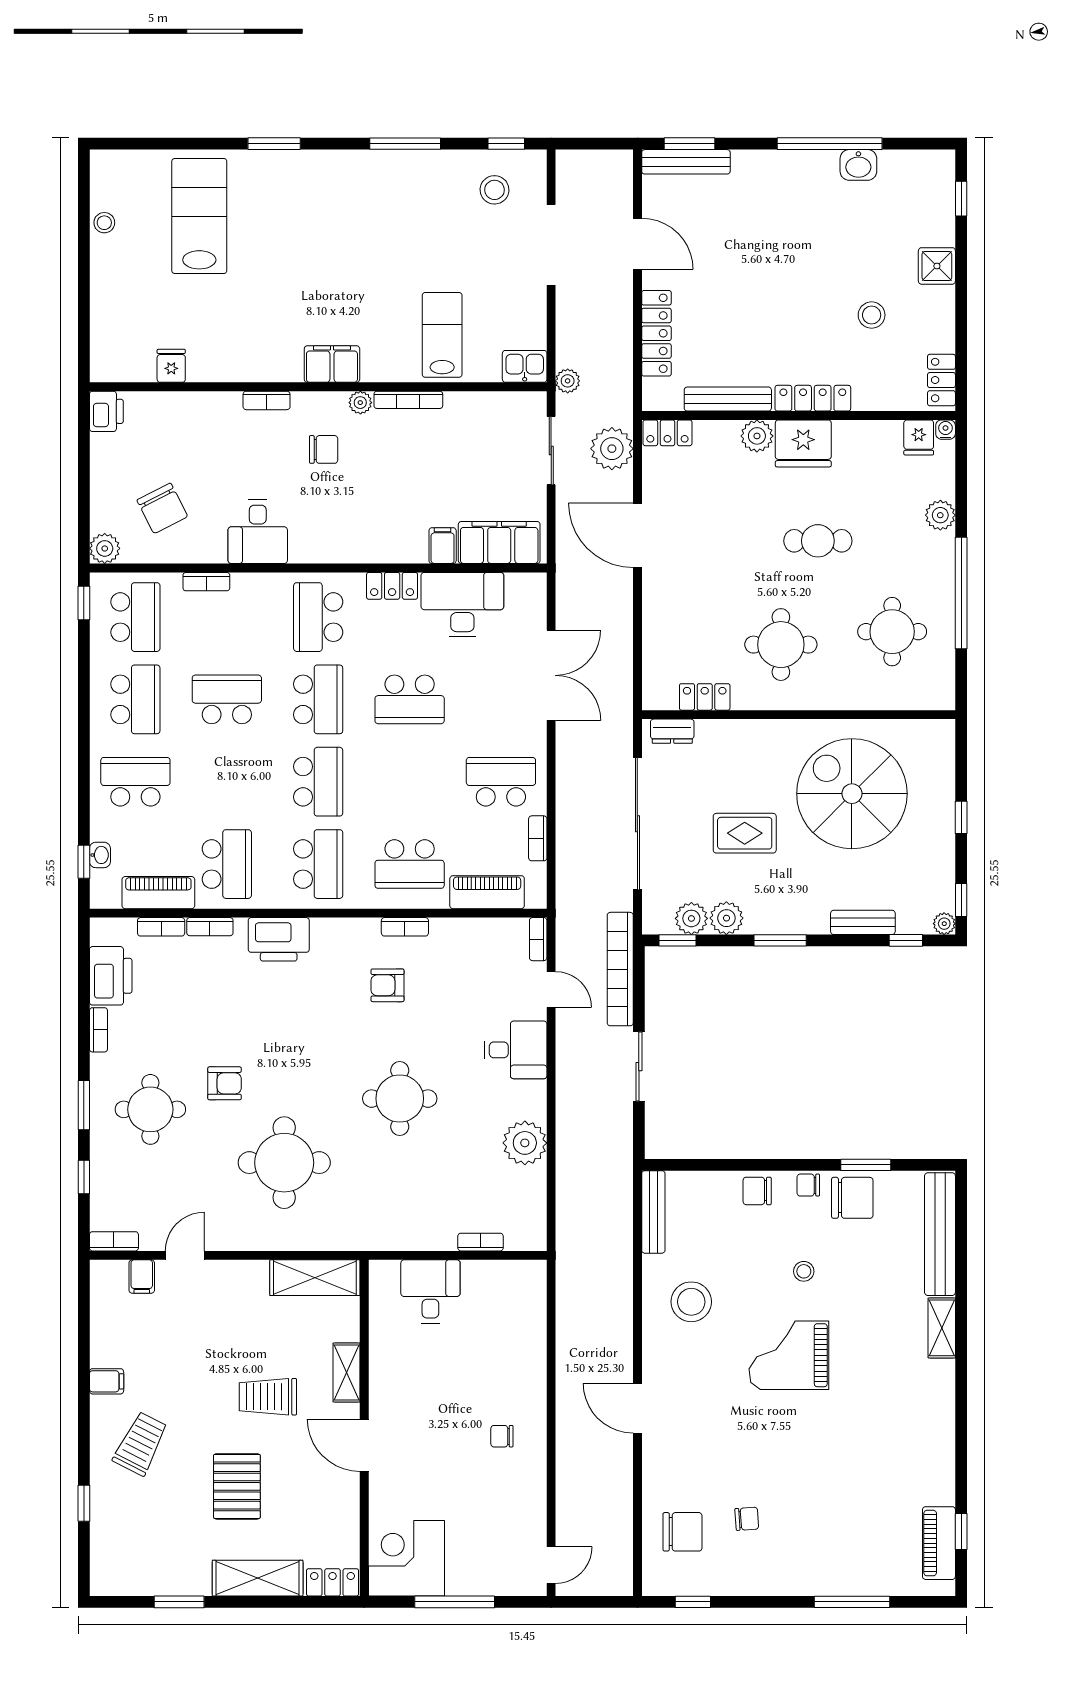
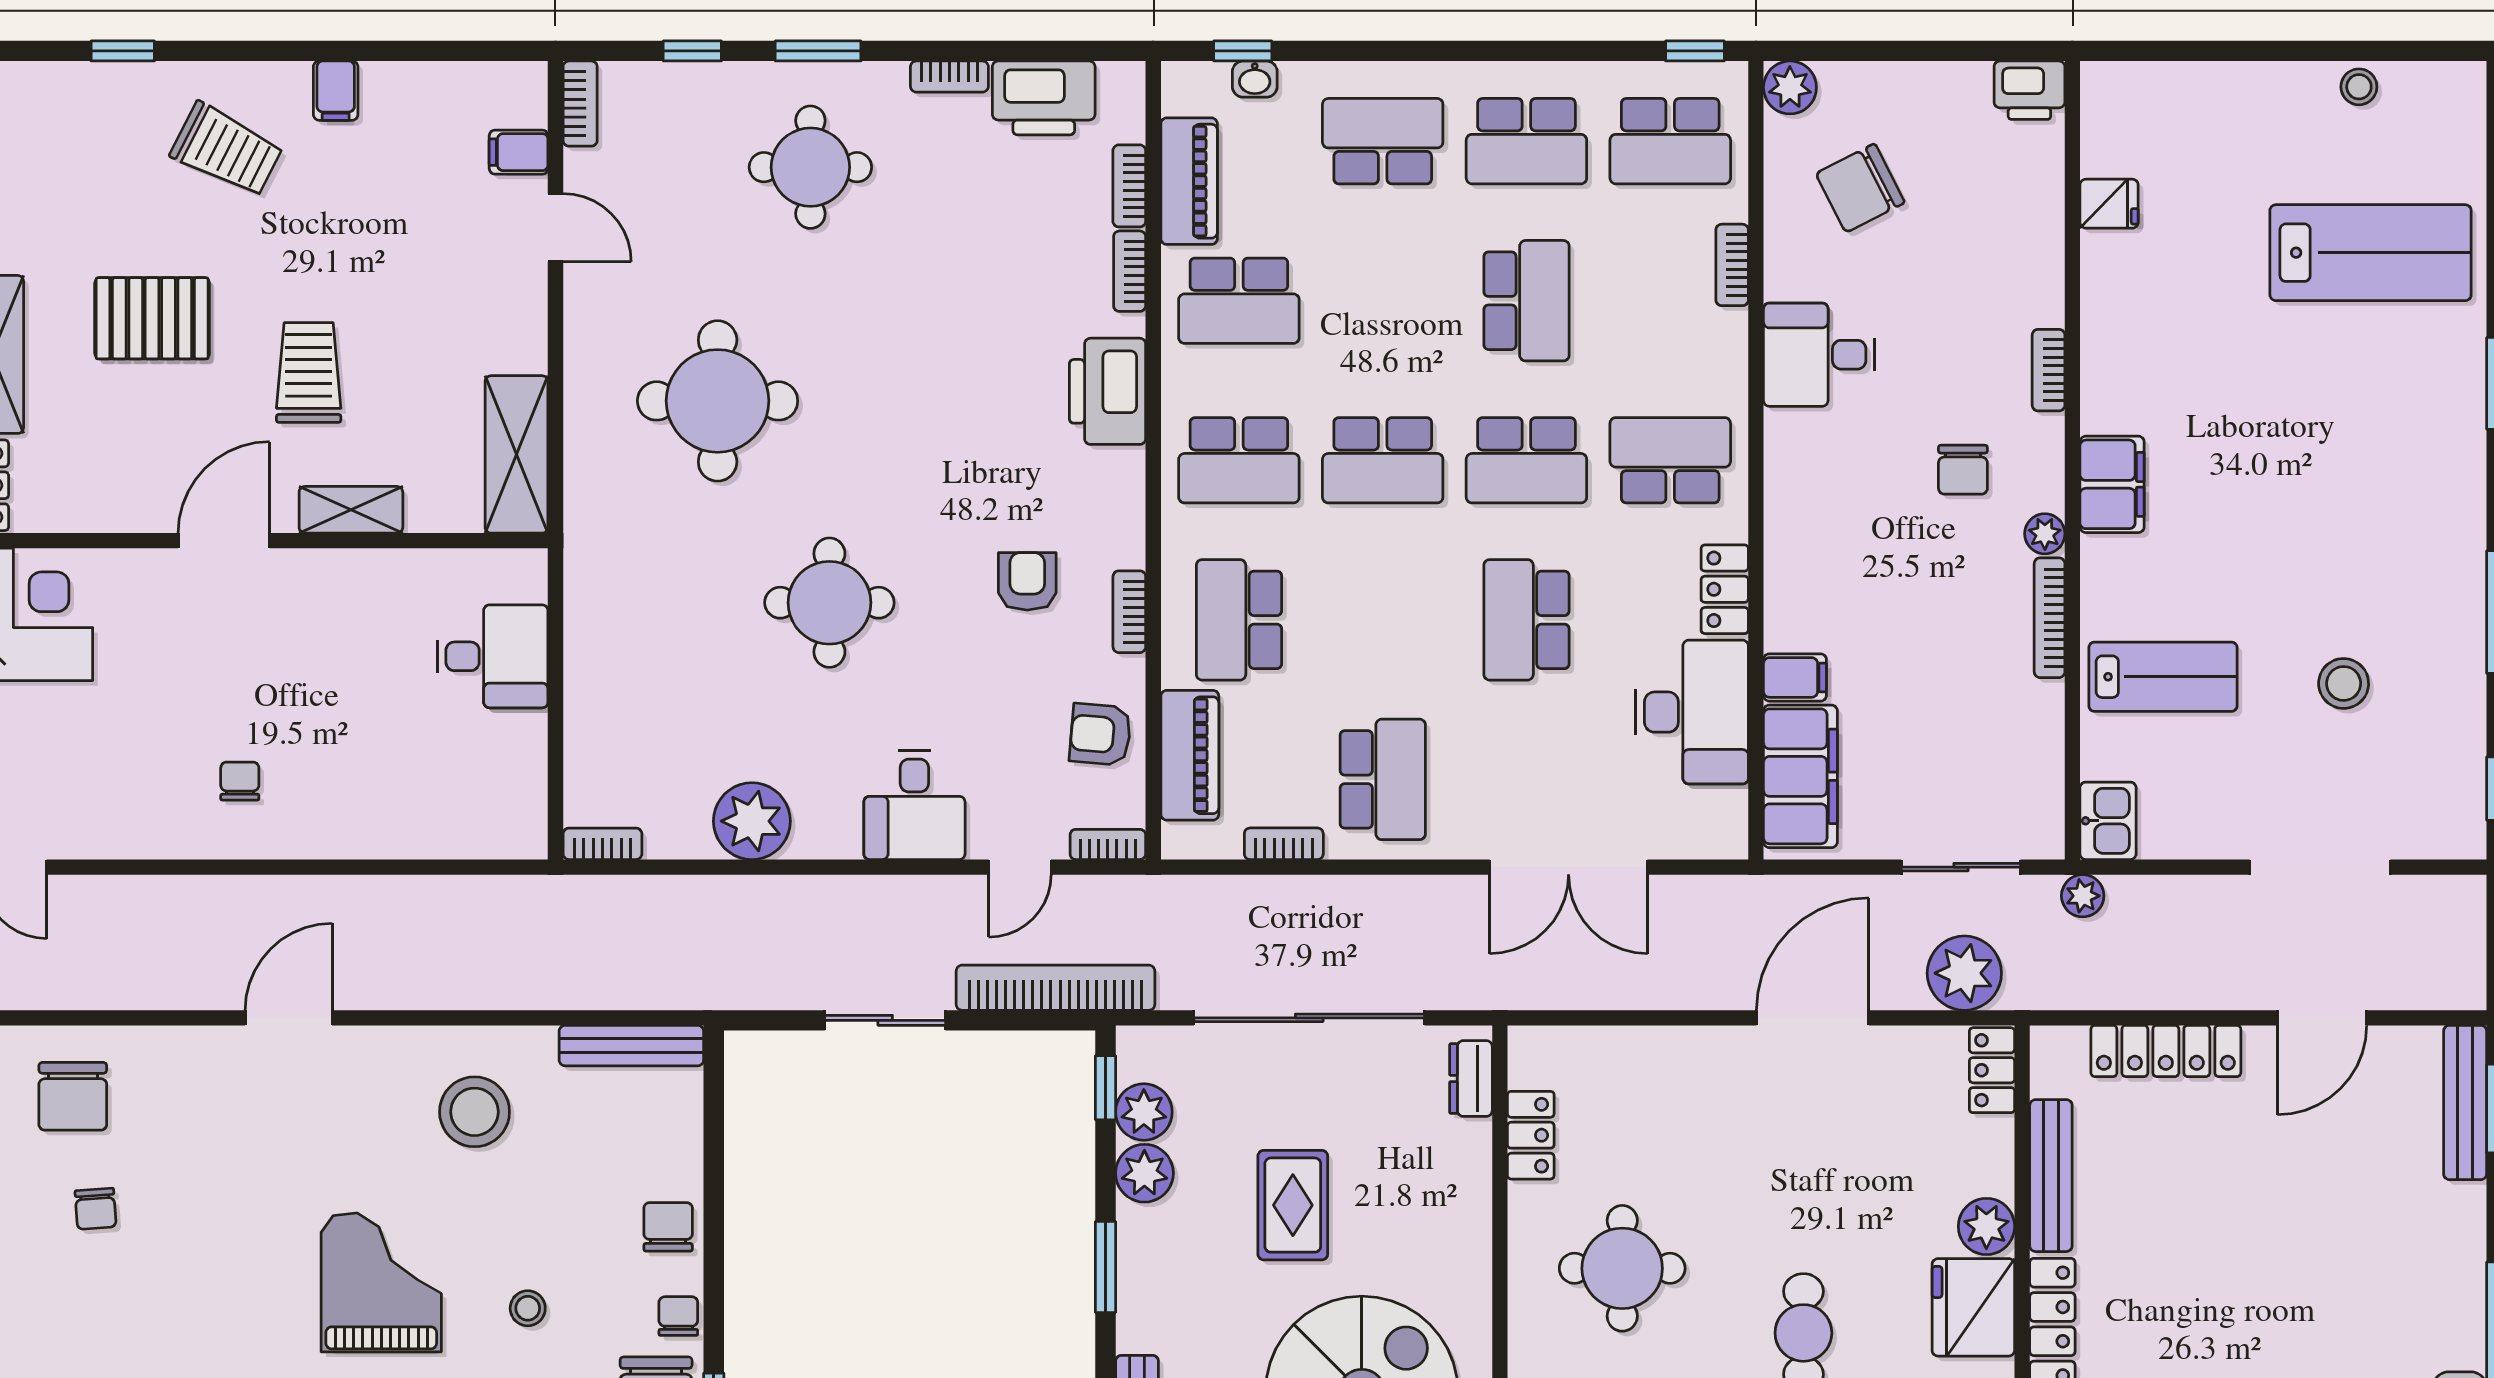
stool: (495, 190) -> (2344, 683), moved
school desk: (135, 782) -> (1383, 141), turned -90
armchair: (225, 1083) -> (1100, 734), moved, turned 95
bookcase: (481, 1242) -> (602, 844), moved, turned -90

